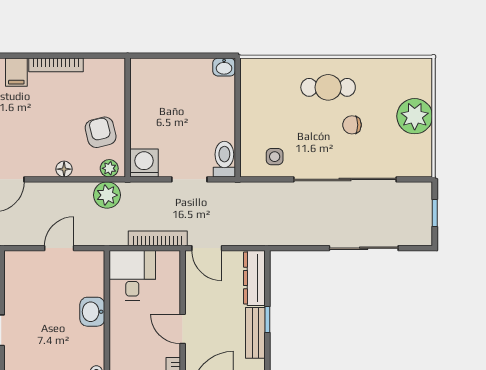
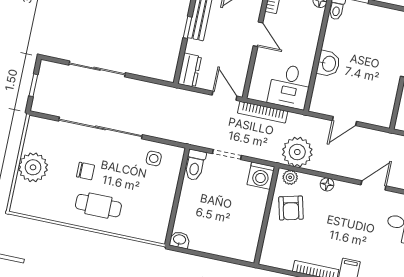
plant: (107, 195) -> (297, 152), width x1.36, depth x1.36
dresser: (254, 278) -> (190, 70), width x0.70

